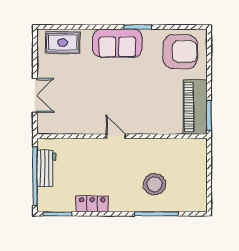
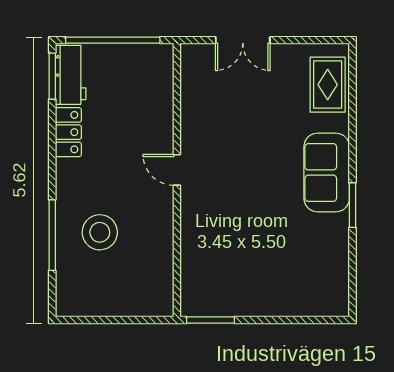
armchair: (180, 52) -> (313, 274), removed
piano: (195, 107) -> (224, 298), removed
door: (116, 136) -> (177, 170), swing flipped
workbench: (46, 168) -> (71, 75), moved, turned -90

